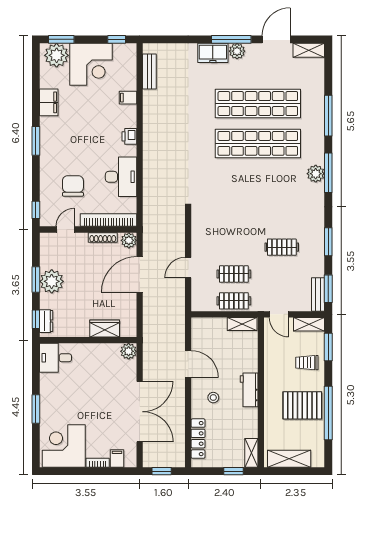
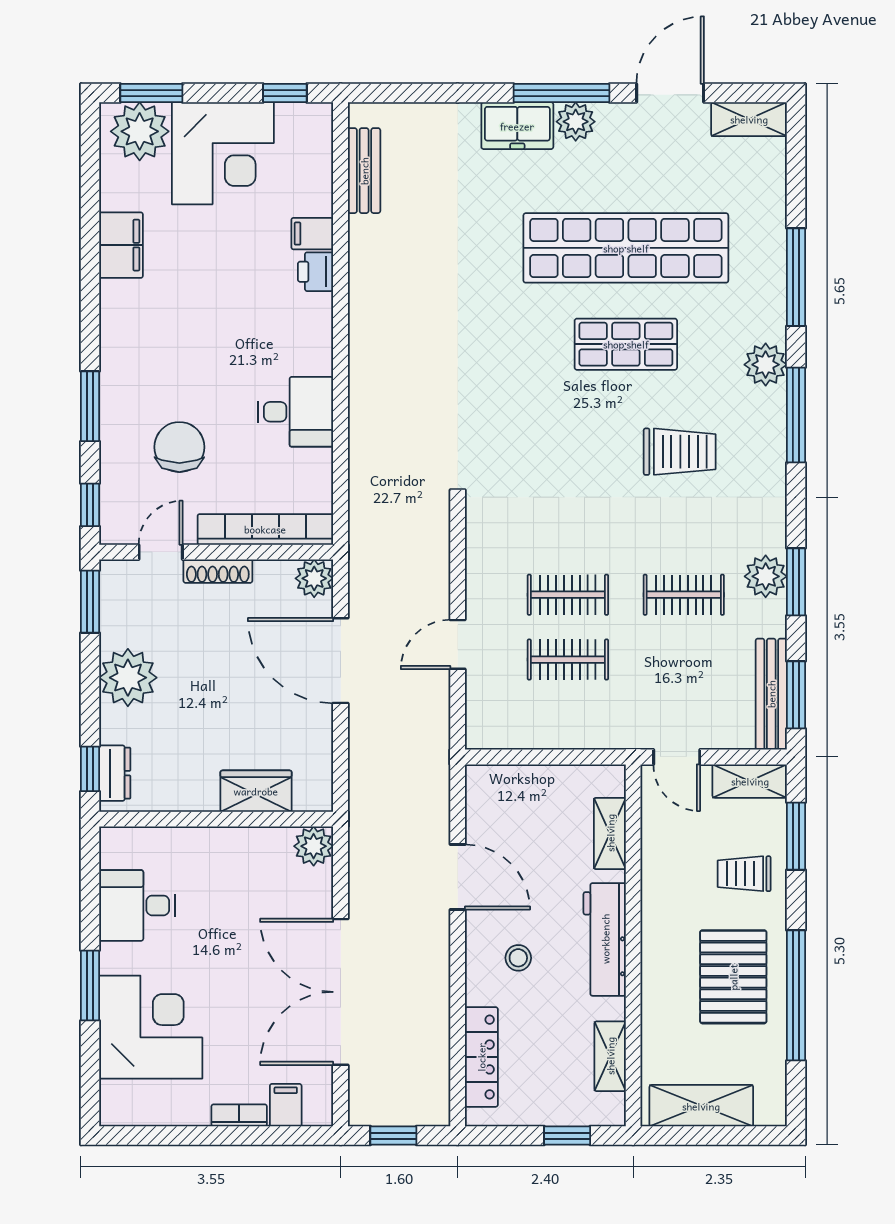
printer: (129, 136) -> (316, 272), moved
window: (36, 141) -> (90, 406), moved
shop shelf: (258, 143) -> (626, 344), width x0.50, depth x0.74
plant: (316, 174) -> (766, 365), moved
desk: (121, 177) -> (296, 412), width x0.73
trolley: (280, 188) -> (680, 452), added
shoe rack: (103, 237) -> (218, 571), moved
plant: (316, 240) -> (766, 576), added
door: (140, 274) -> (341, 661), hinge flipped
window: (36, 280) -> (90, 602), moved
bench: (318, 294) -> (771, 694), width x1.36
clothes rail: (234, 301) -> (568, 595), moved
shelving: (242, 324) -> (610, 833), moved, turned 90
desk: (56, 358) -> (137, 905), moved
workbench: (249, 390) -> (605, 939), width x1.38
pallet: (302, 405) -> (733, 977), turned 90
double door: (140, 412) -> (341, 992), swing flipped
corner desk: (64, 446) -> (151, 1027), moved, turned 90
shelving: (251, 453) -> (610, 1056), moved

